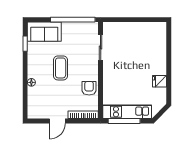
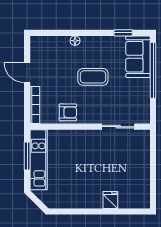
window: (73, 20) -> (153, 70), moved
fridge: (160, 81) -> (110, 200), moved
window: (124, 121) -> (27, 156), width x0.69

